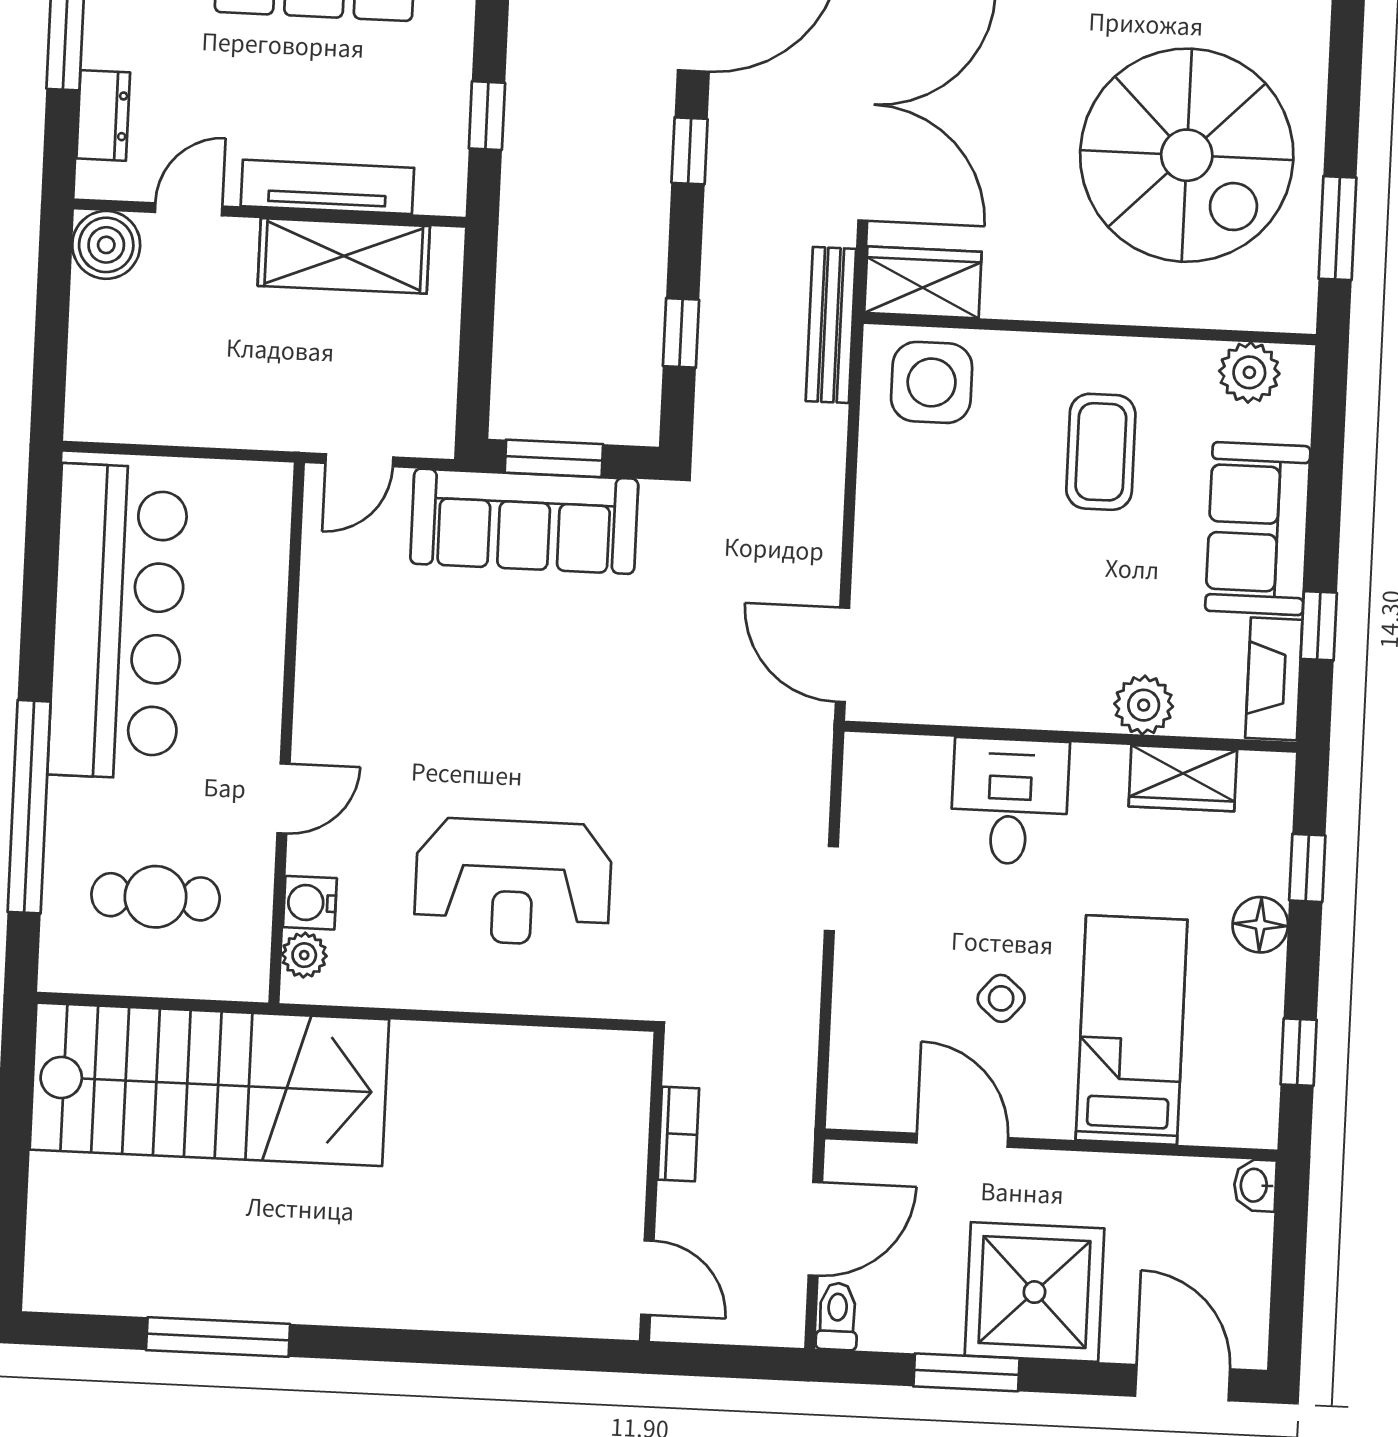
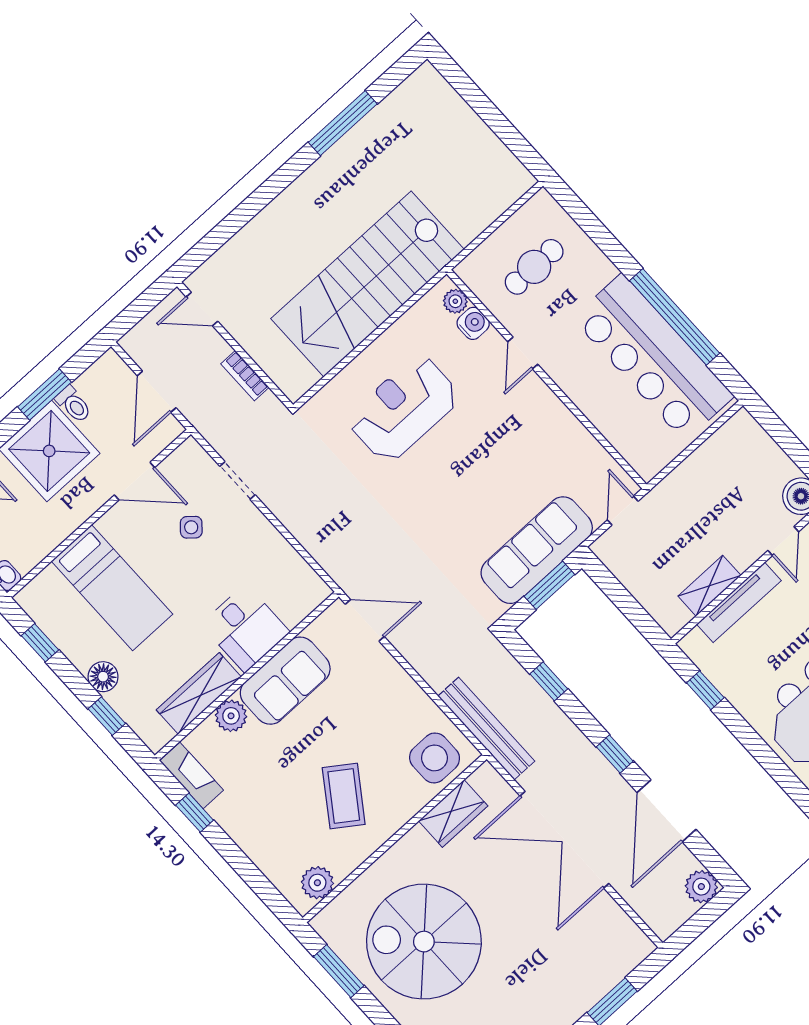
shelving: (344, 256) -> (709, 586), width x0.67, depth x0.75
wardrobe: (923, 282) -> (453, 813), moved
bench: (831, 325) -> (486, 729), width x1.37, depth x1.21
coffee table: (1101, 452) -> (344, 796), turned 35
sofa: (1258, 529) -> (285, 681), moved, turned 90
wardrobe: (1183, 778) -> (199, 693), width x1.50
window: (29, 807) -> (675, 317), moved
doorway: (831, 889) -> (238, 481), moved
side table: (1001, 998) -> (191, 527), moved
stairs: (209, 1084) -> (367, 284), moved
toilet: (837, 1316) -> (73, 404), moved

